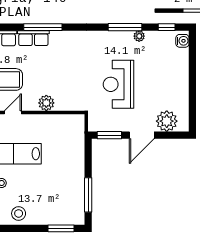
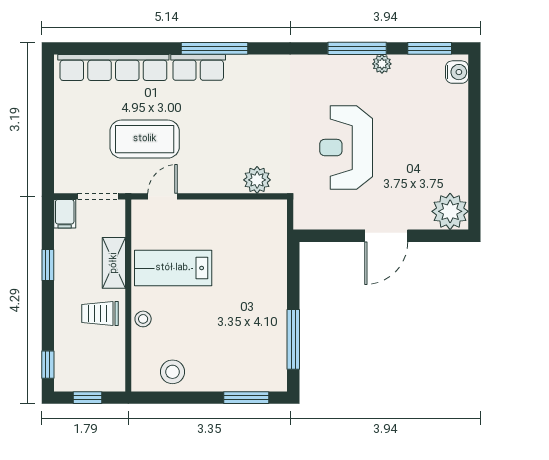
window: (167, 27) -> (430, 48), width x1.50
plant: (46, 103) -> (257, 180), moved
plant: (167, 121) -> (450, 211), moved
window: (109, 135) -> (330, 236), removed

